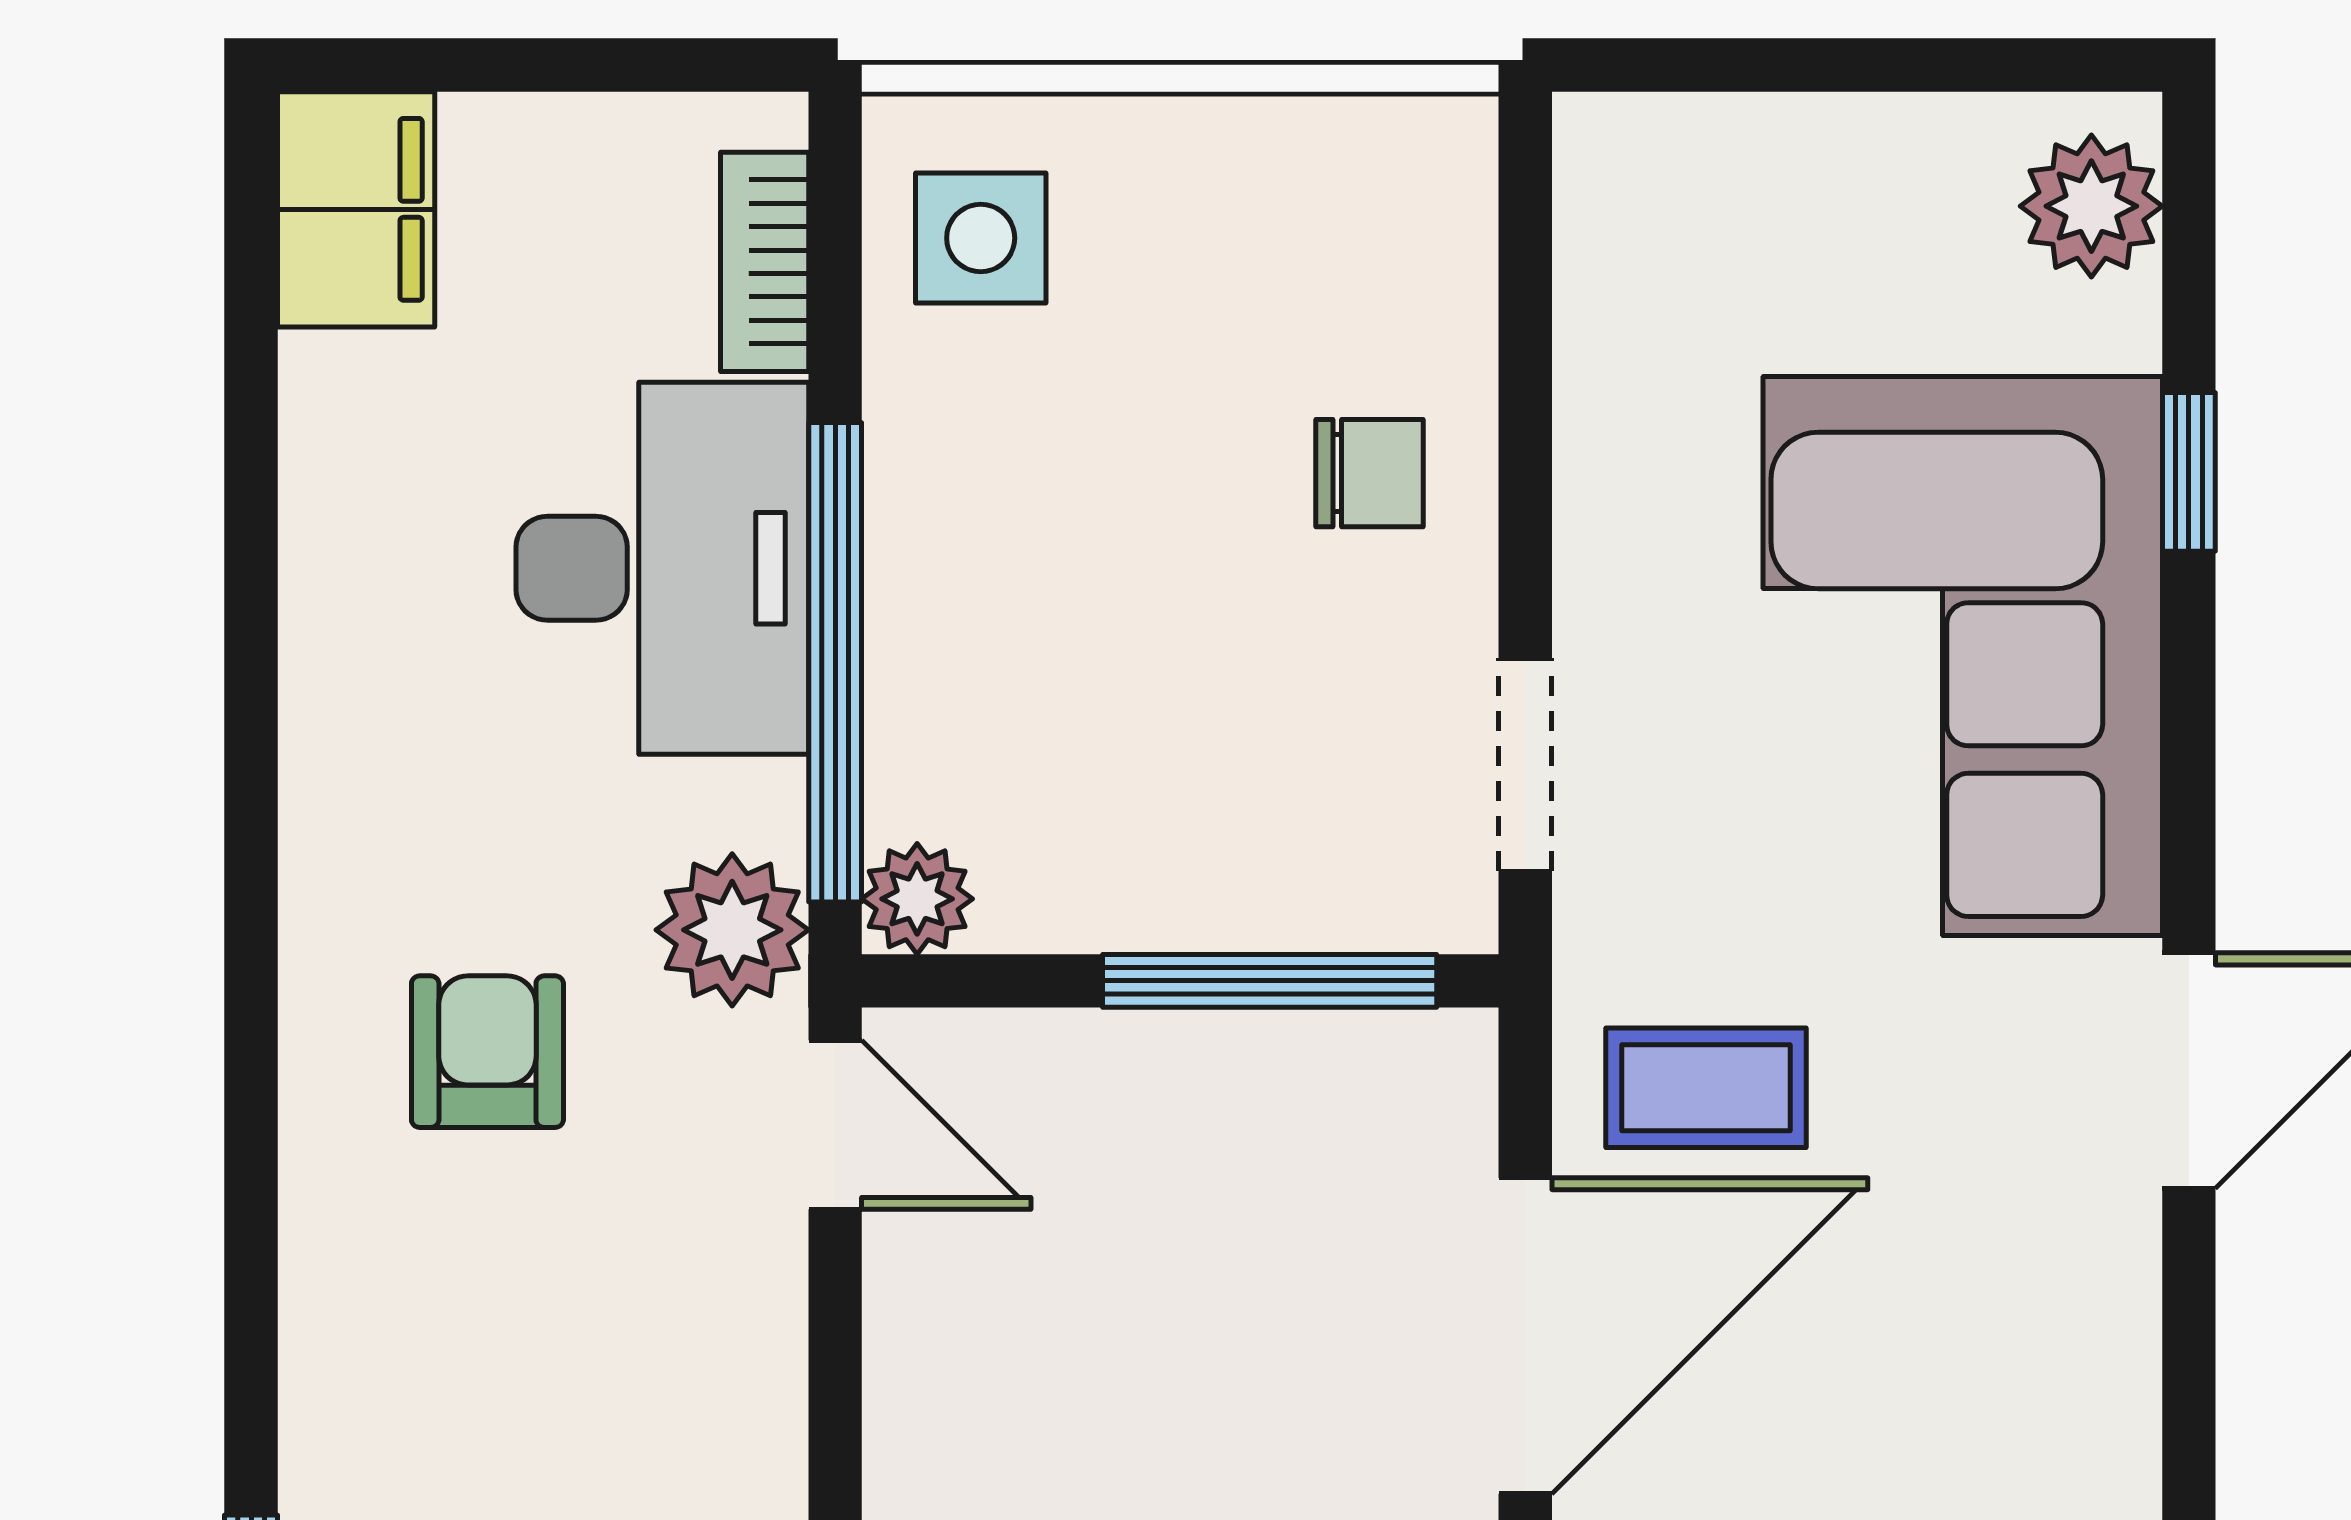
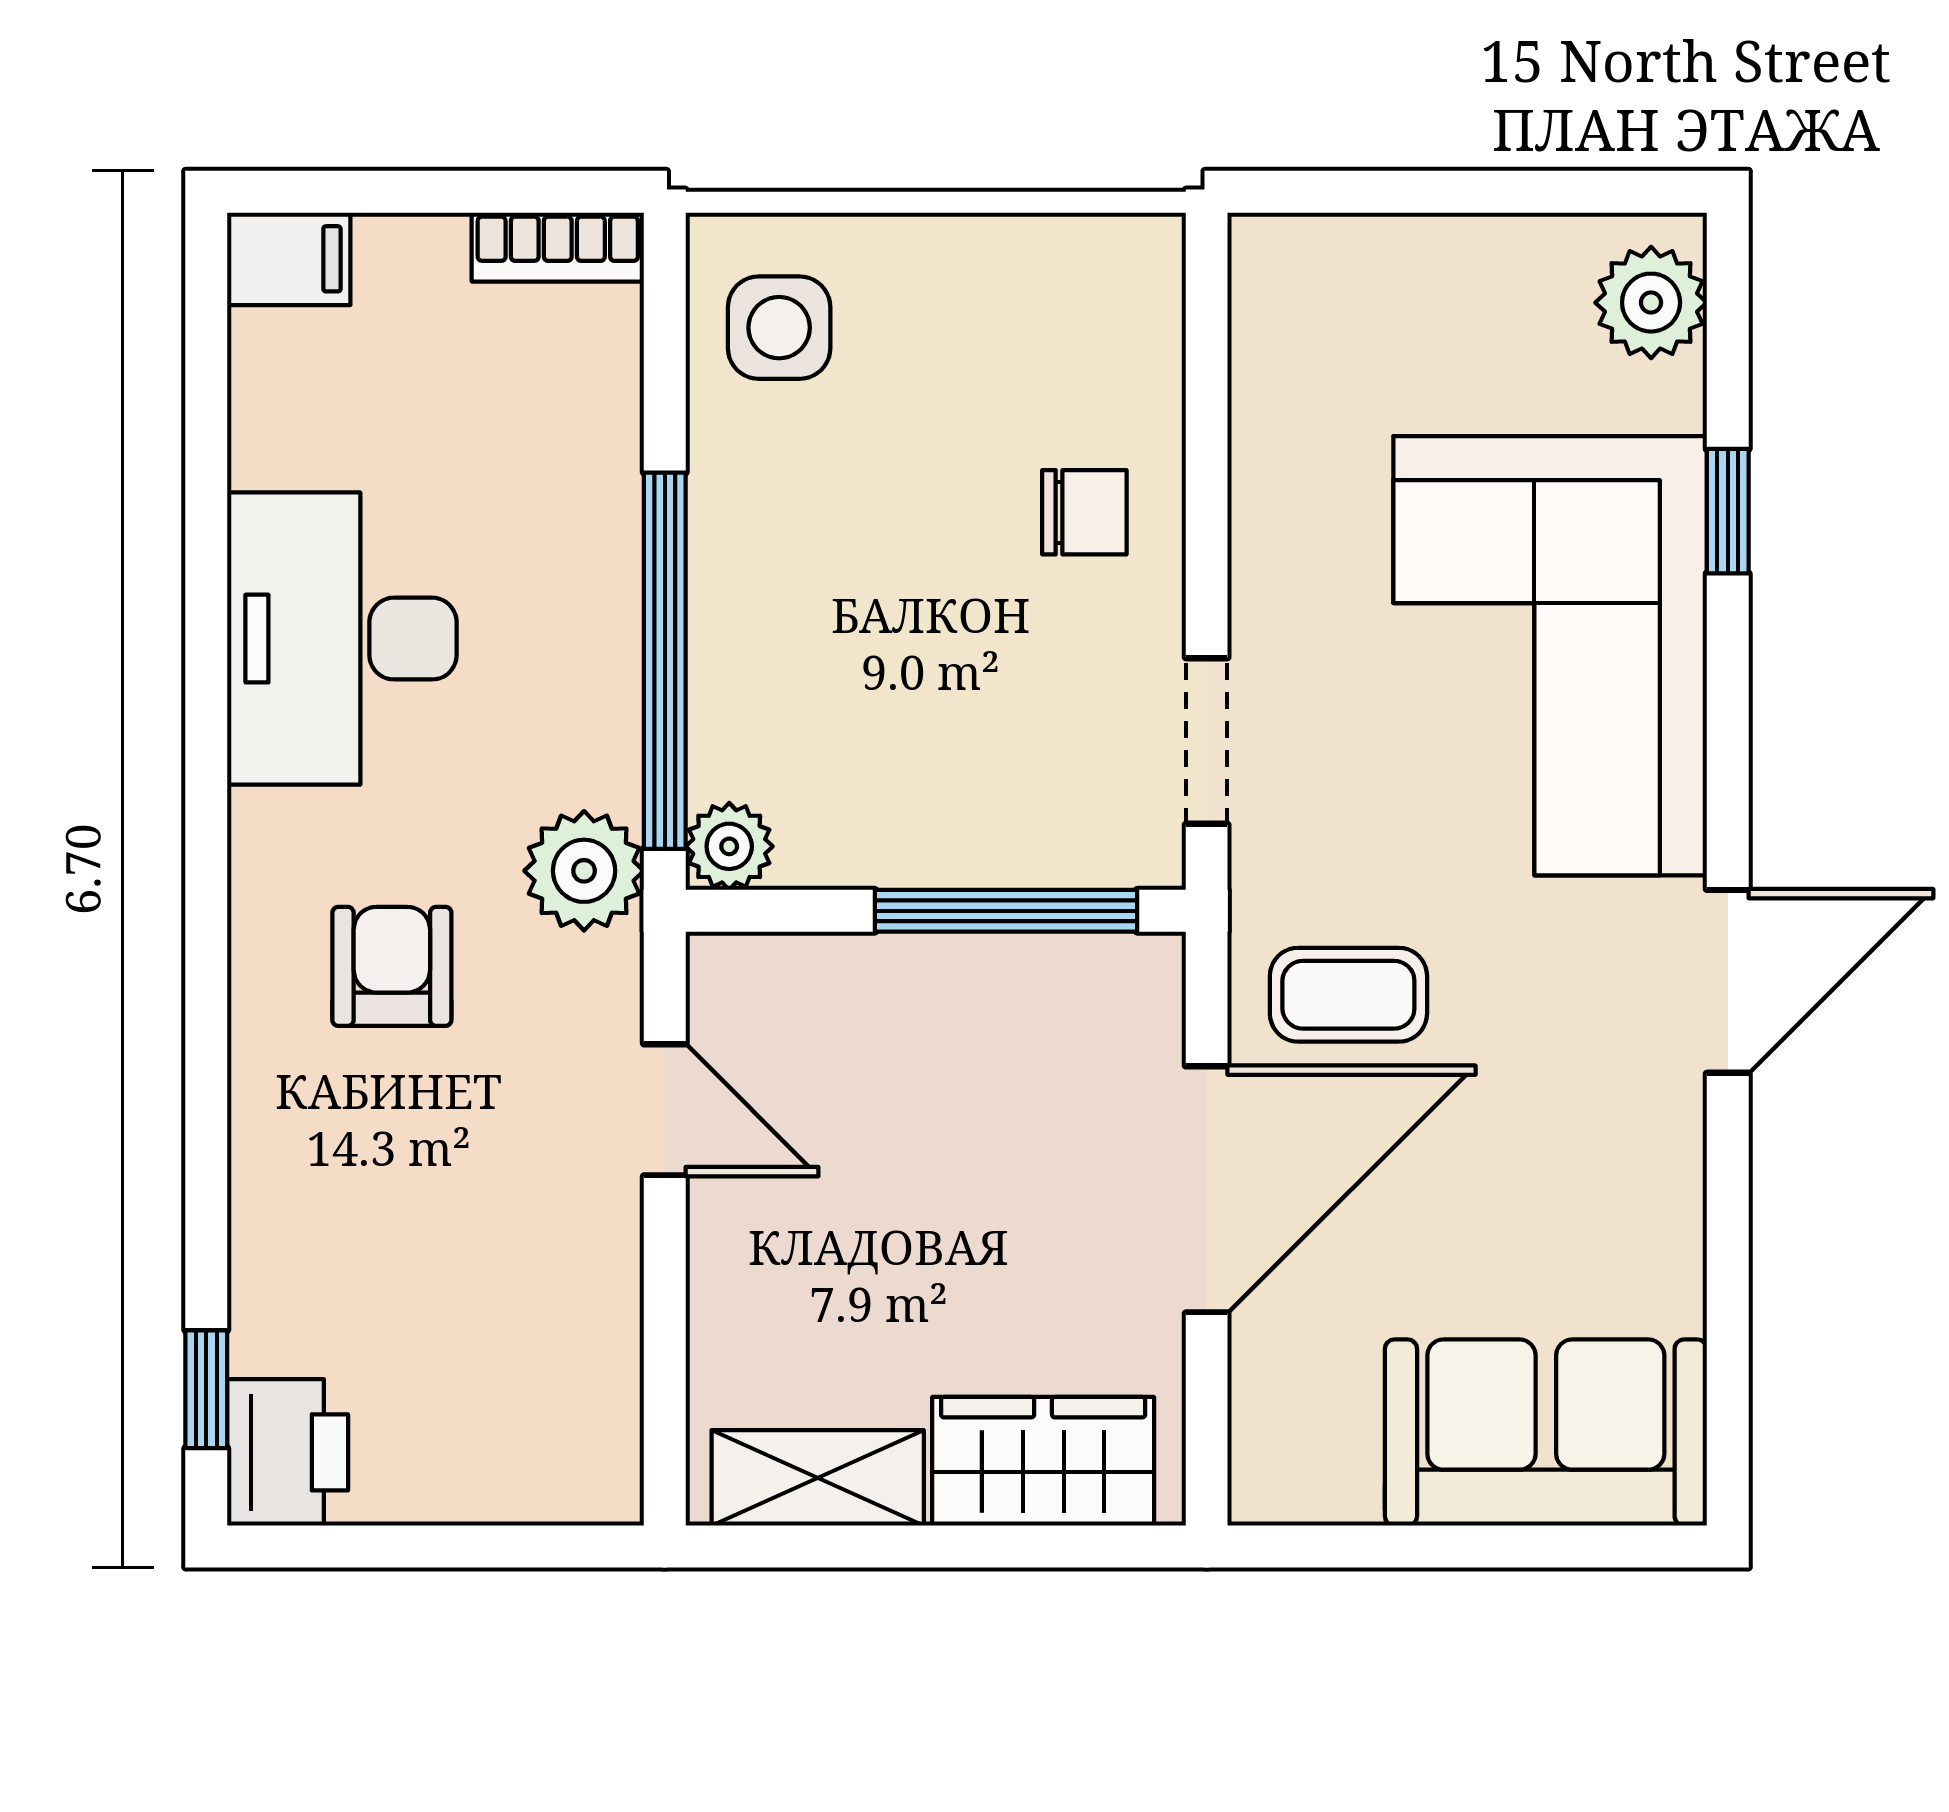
filing cabinet: (356, 209) -> (289, 259), width x0.50
bookcase: (765, 262) -> (558, 247), moved, turned -90
desk: (662, 568) -> (342, 639), moved, turned 180
door: (835, 1125) -> (665, 1110), moved

